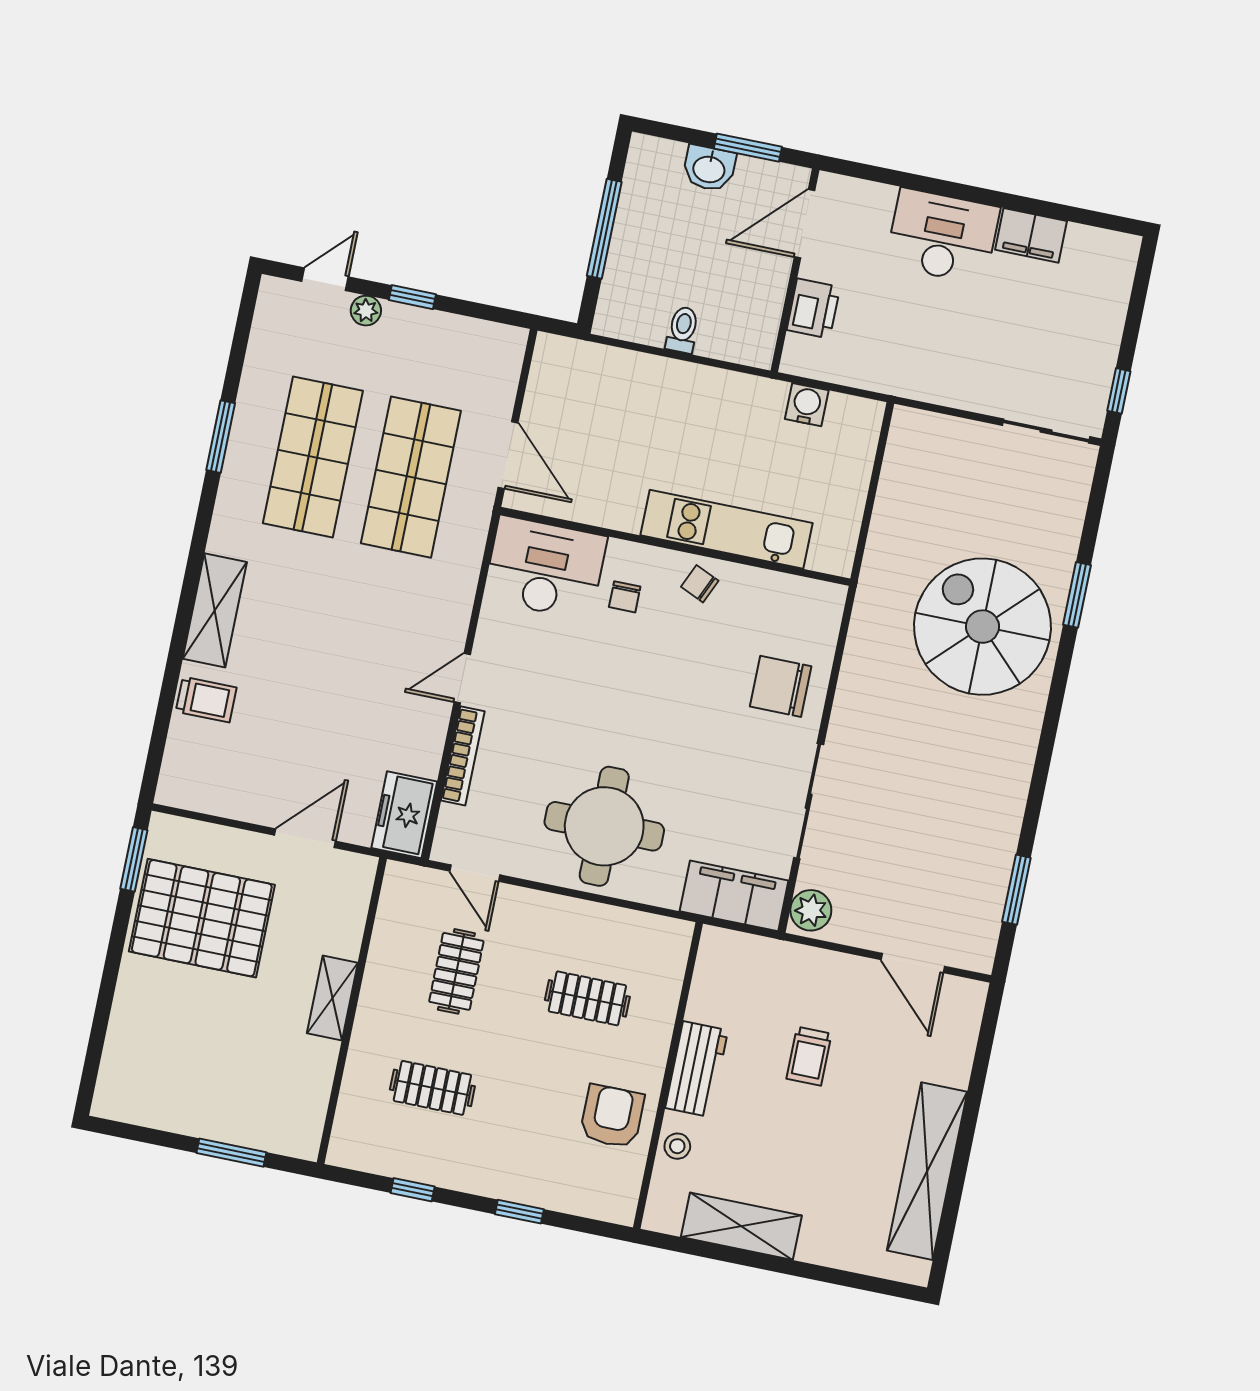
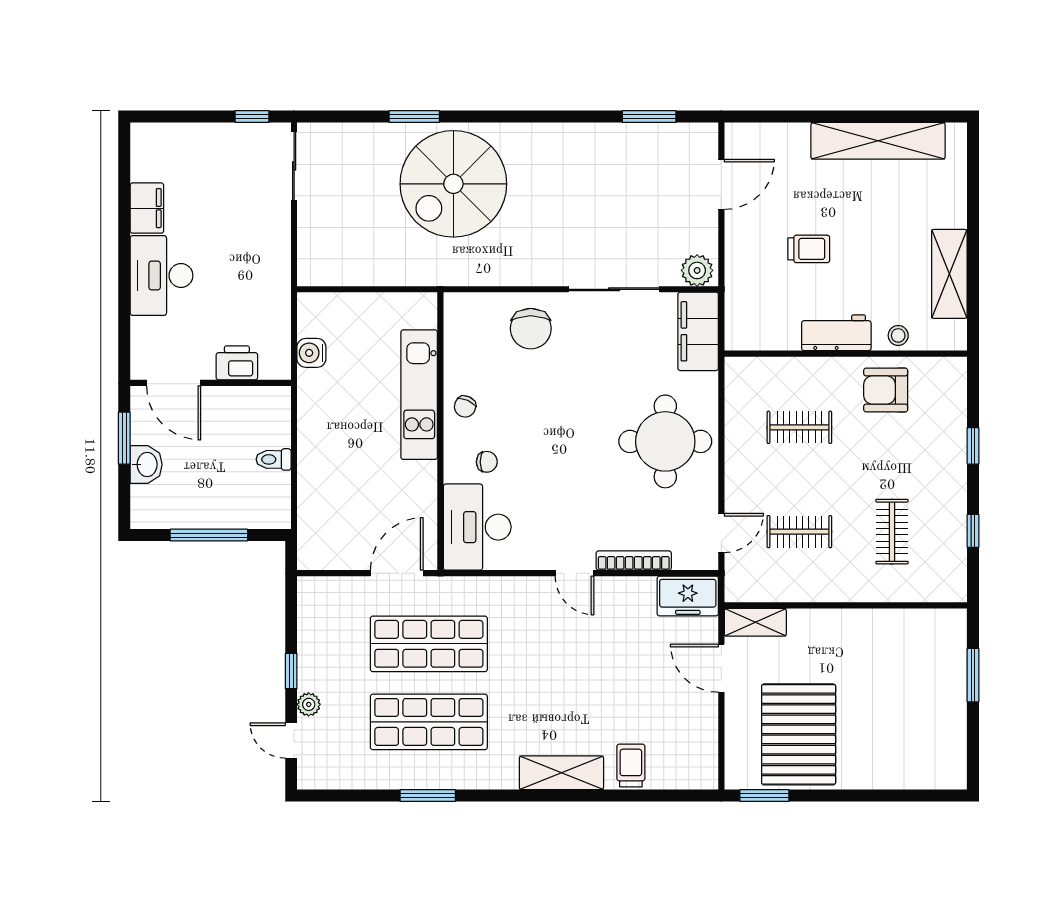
shelving: (332, 998) -> (755, 622), moved
clothes rail: (587, 998) -> (799, 427), turned 90

